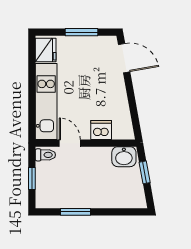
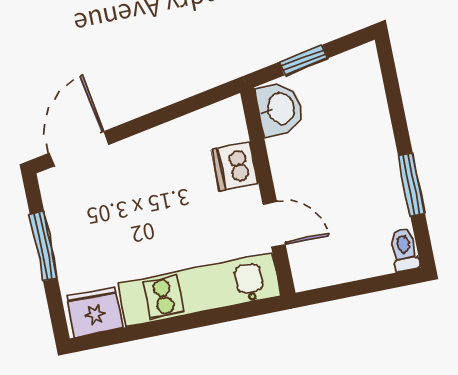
door: (70, 143) -> (274, 224), swing flipped
toilet: (45, 155) -> (404, 250), moved
window: (32, 178) -> (362, 287), removed

